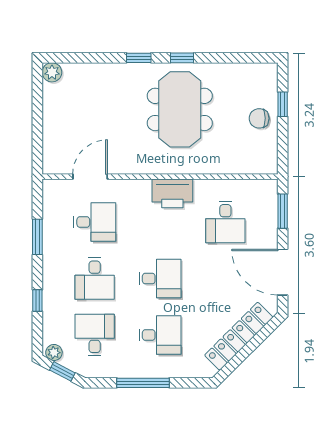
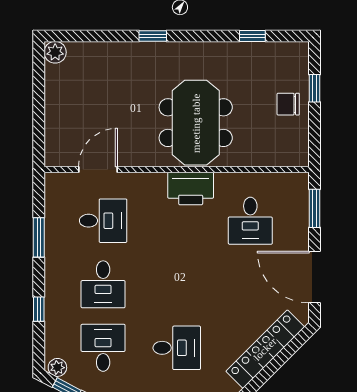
window: (182, 58) -> (252, 36), moved
meeting table: (180, 109) -> (196, 123), moved
desk: (160, 279) -> (177, 284), removed

